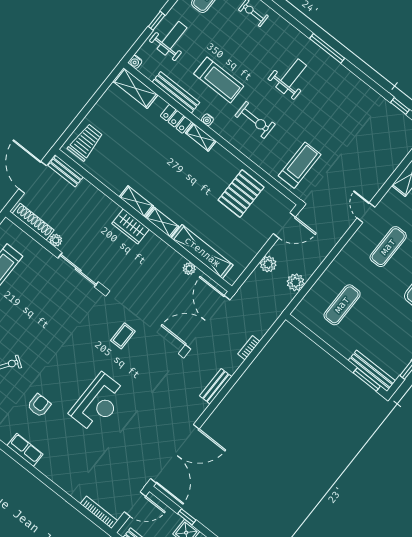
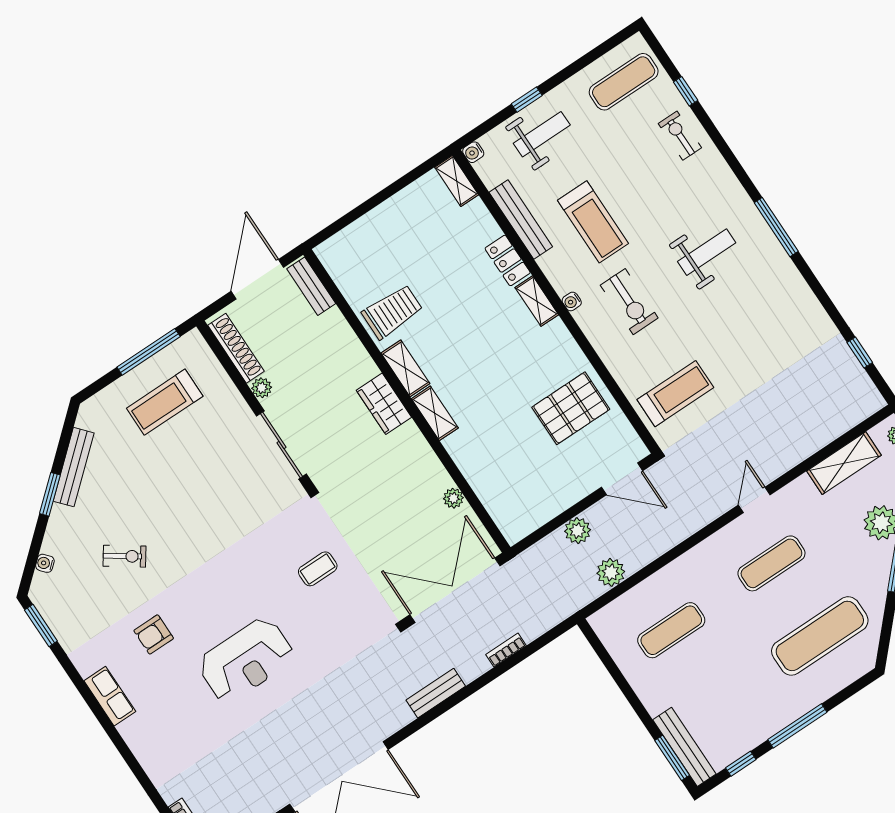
shelving: (135, 88) -> (457, 181), width x0.67, depth x0.75
water cooler: (207, 120) -> (572, 301), moved
trolley: (85, 142) -> (392, 312), moved
shelving: (202, 252) -> (482, 478), removed
armchair: (39, 405) -> (154, 634), turned 180

